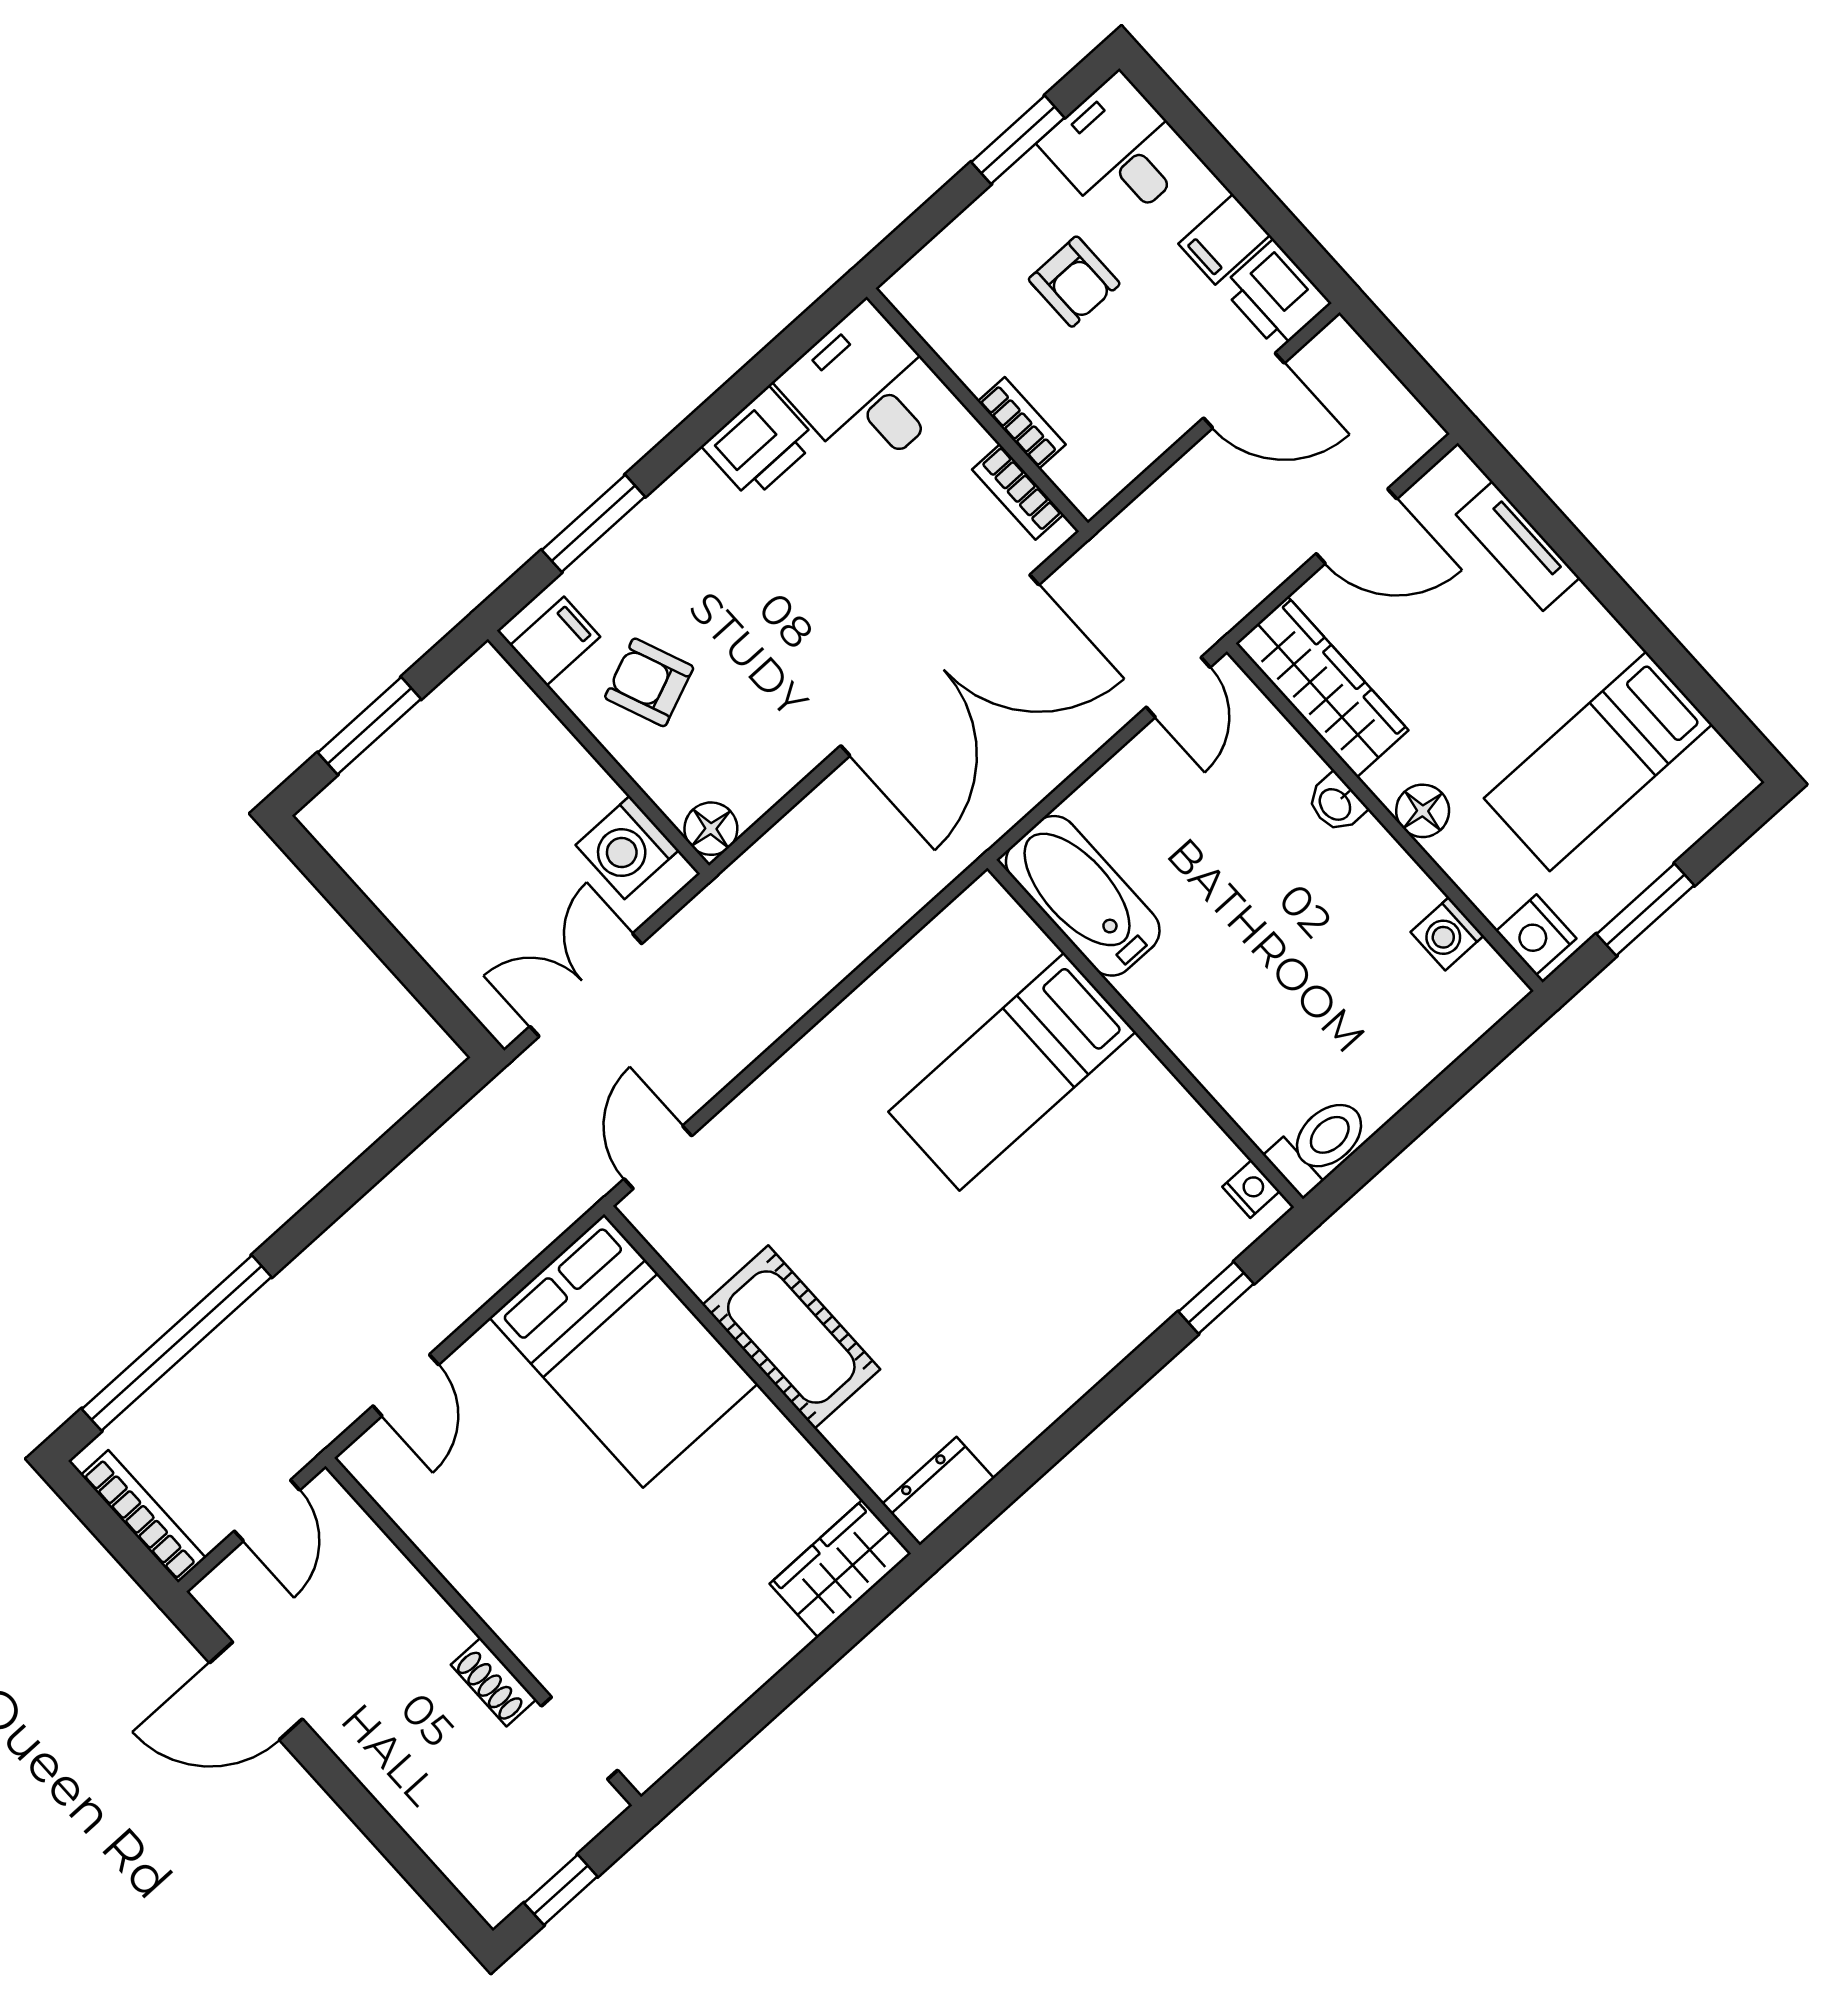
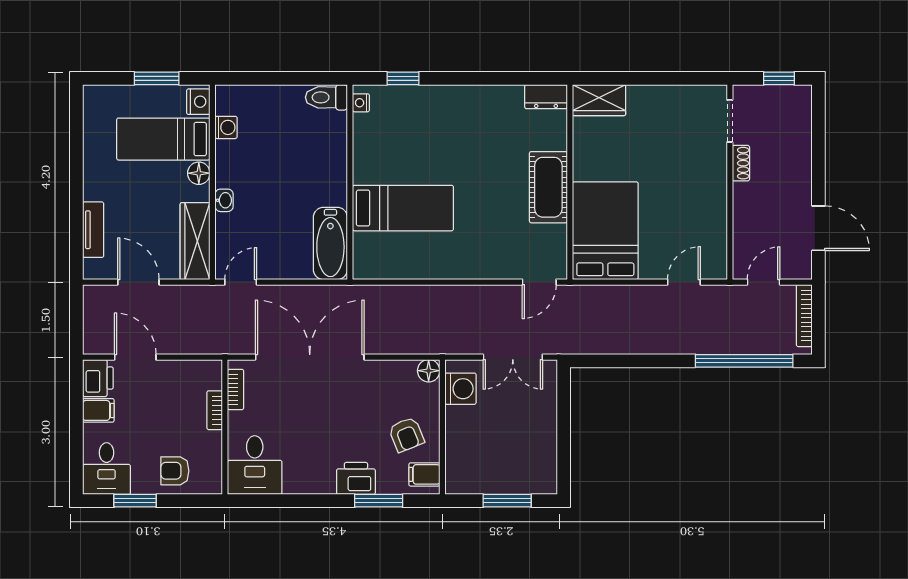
armchair: (1074, 282) -> (175, 471), moved, turned -90
printer: (760, 444) -> (356, 478), moved
bed: (1598, 761) -> (163, 139), moved, turned 180

